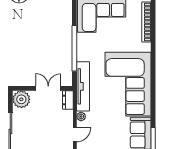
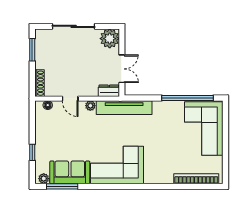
window: (74, 48) -> (188, 98), moved
corner sofa: (128, 84) -> (117, 165), width x0.73, depth x0.74

